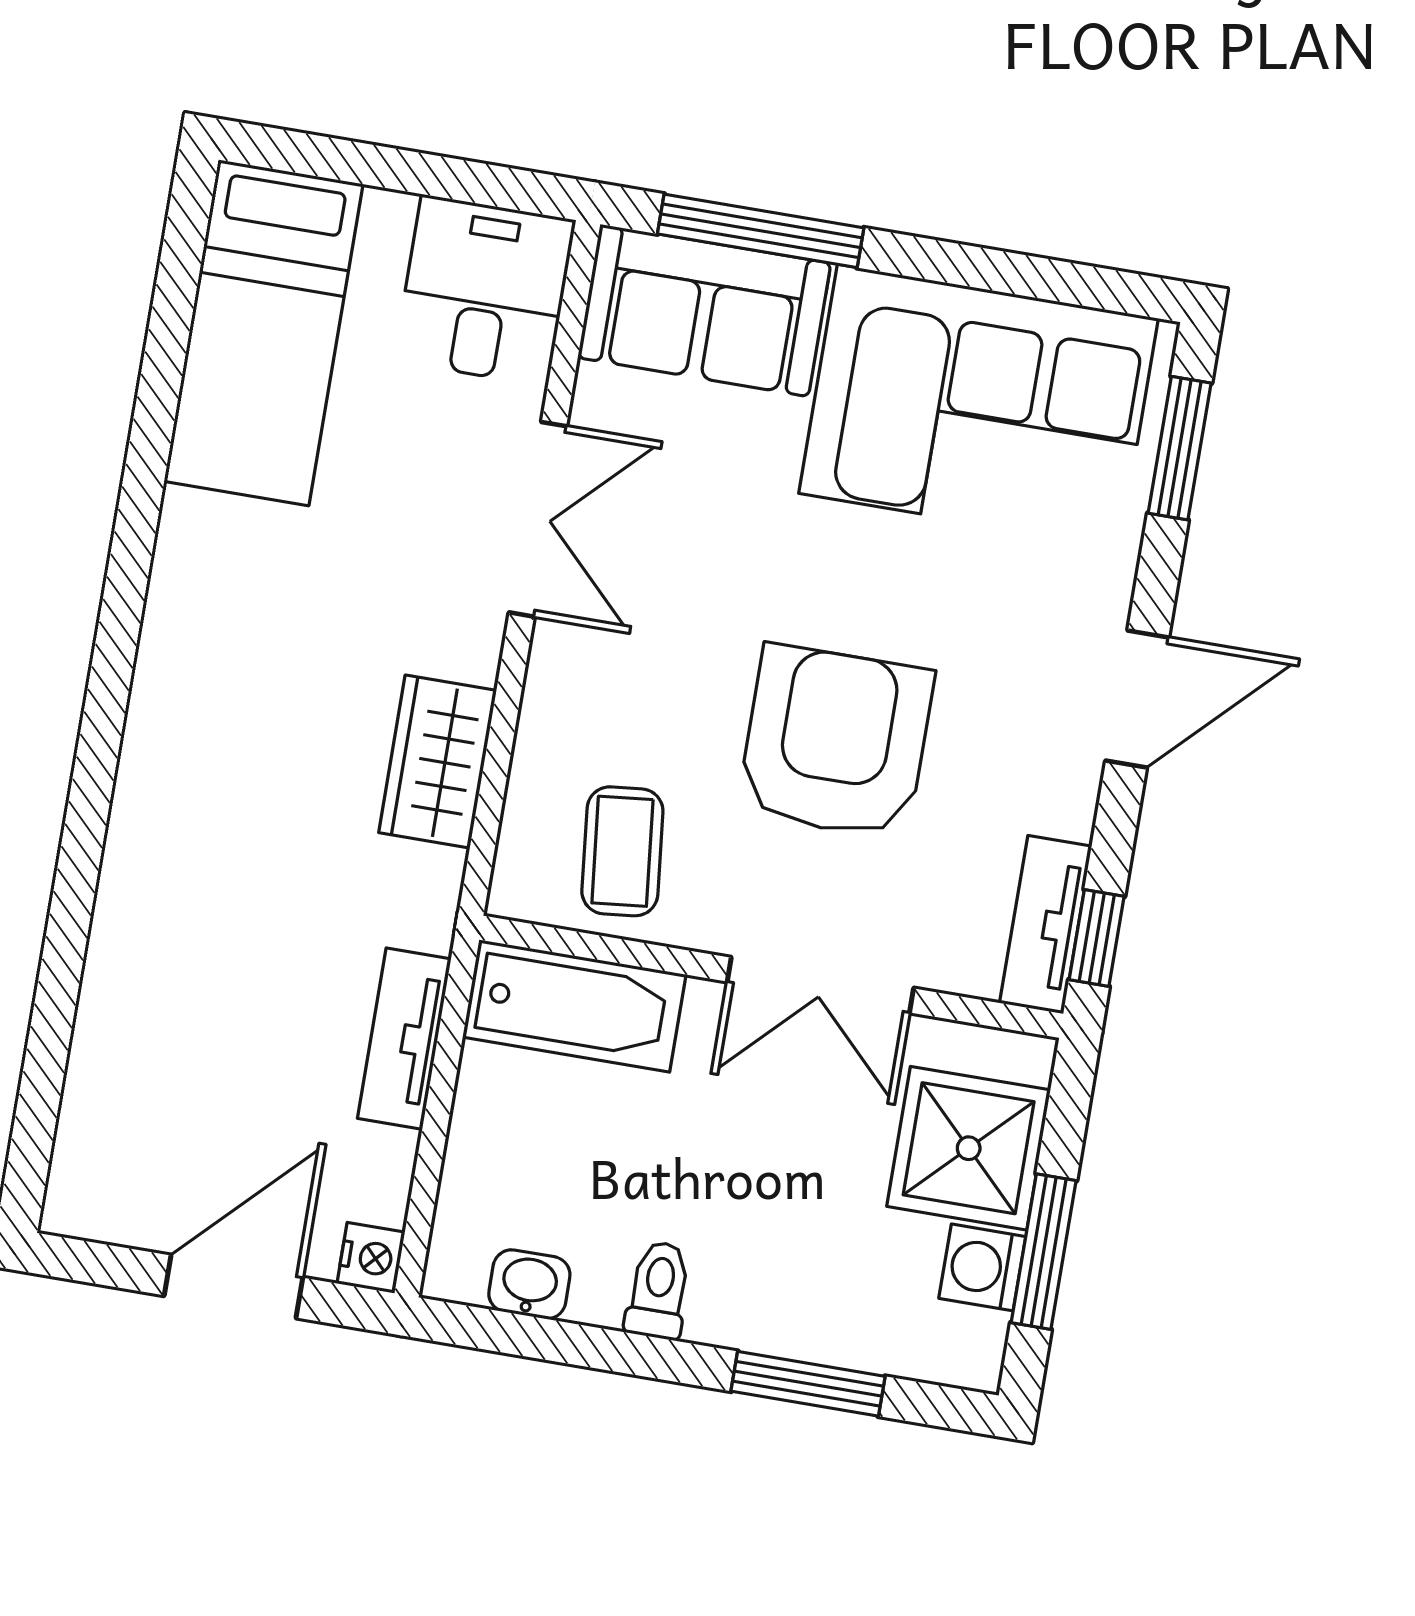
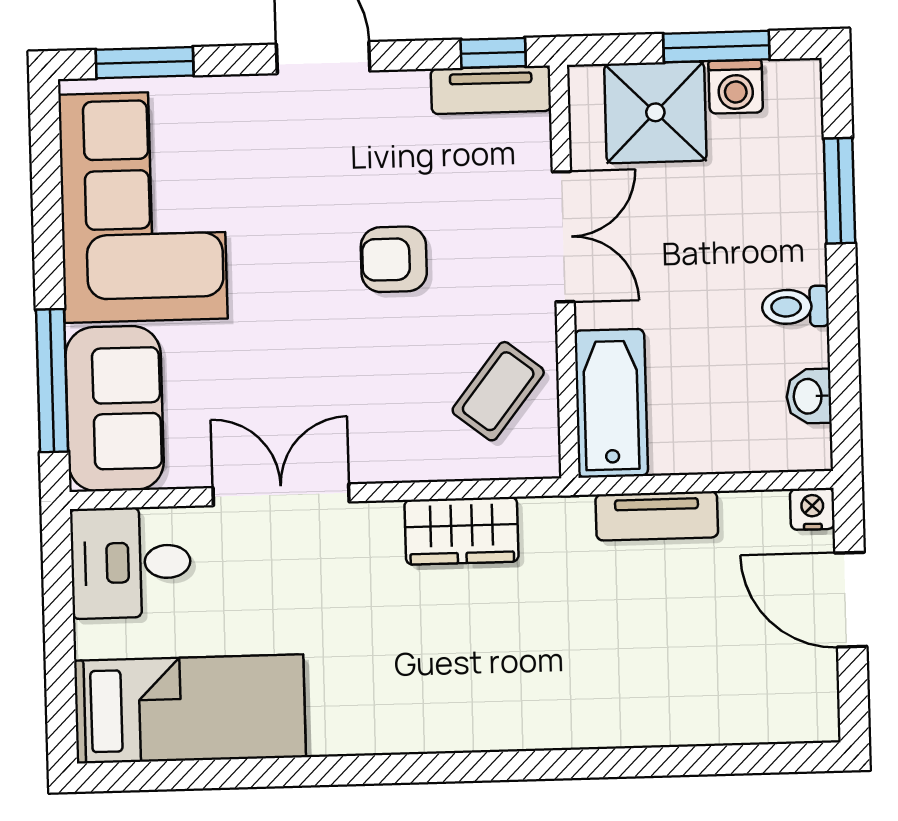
armchair: (836, 742) -> (394, 259), width x0.53, depth x0.53
coffee table: (622, 851) -> (498, 391), turned -46

